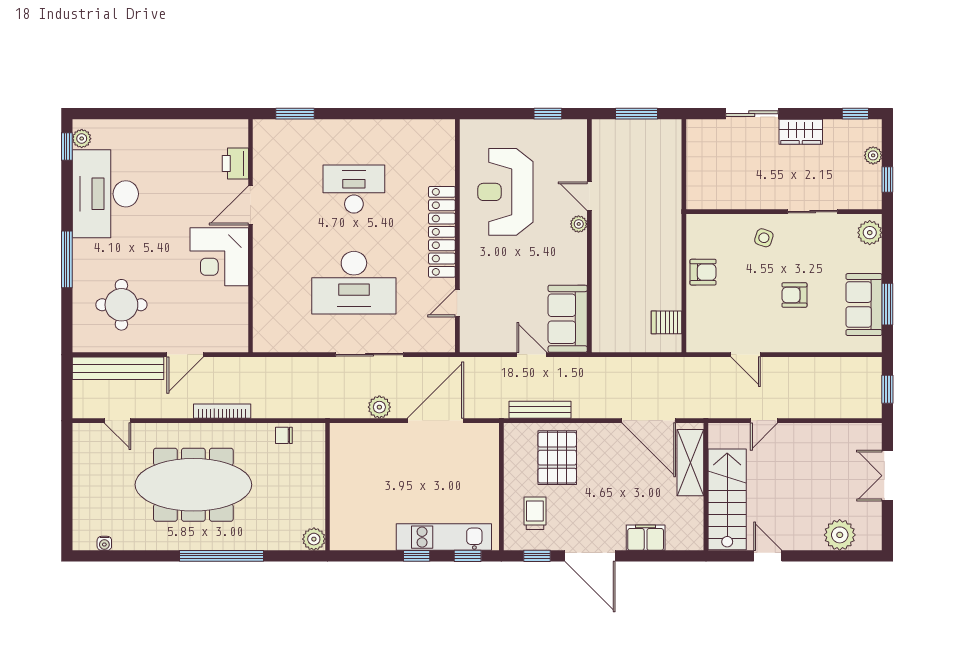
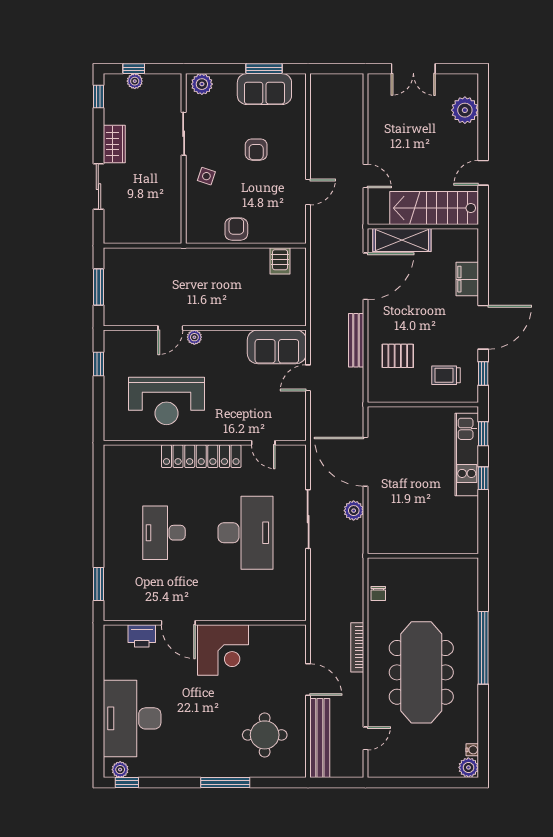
window: (887, 179) -> (134, 69), moved
desk: (105, 194) -> (132, 718), moved, turned 90
window: (887, 389) -> (338, 69), removed
bench: (540, 410) -> (356, 340), moved
pallet: (557, 458) -> (398, 356), width x0.67, depth x0.71
plant: (314, 539) -> (468, 767), moved

